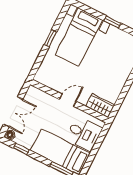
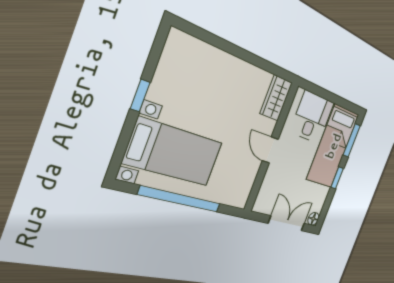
window: (50, 38) -> (181, 199), width x3.17
window: (21, 149) -> (337, 178), moved

